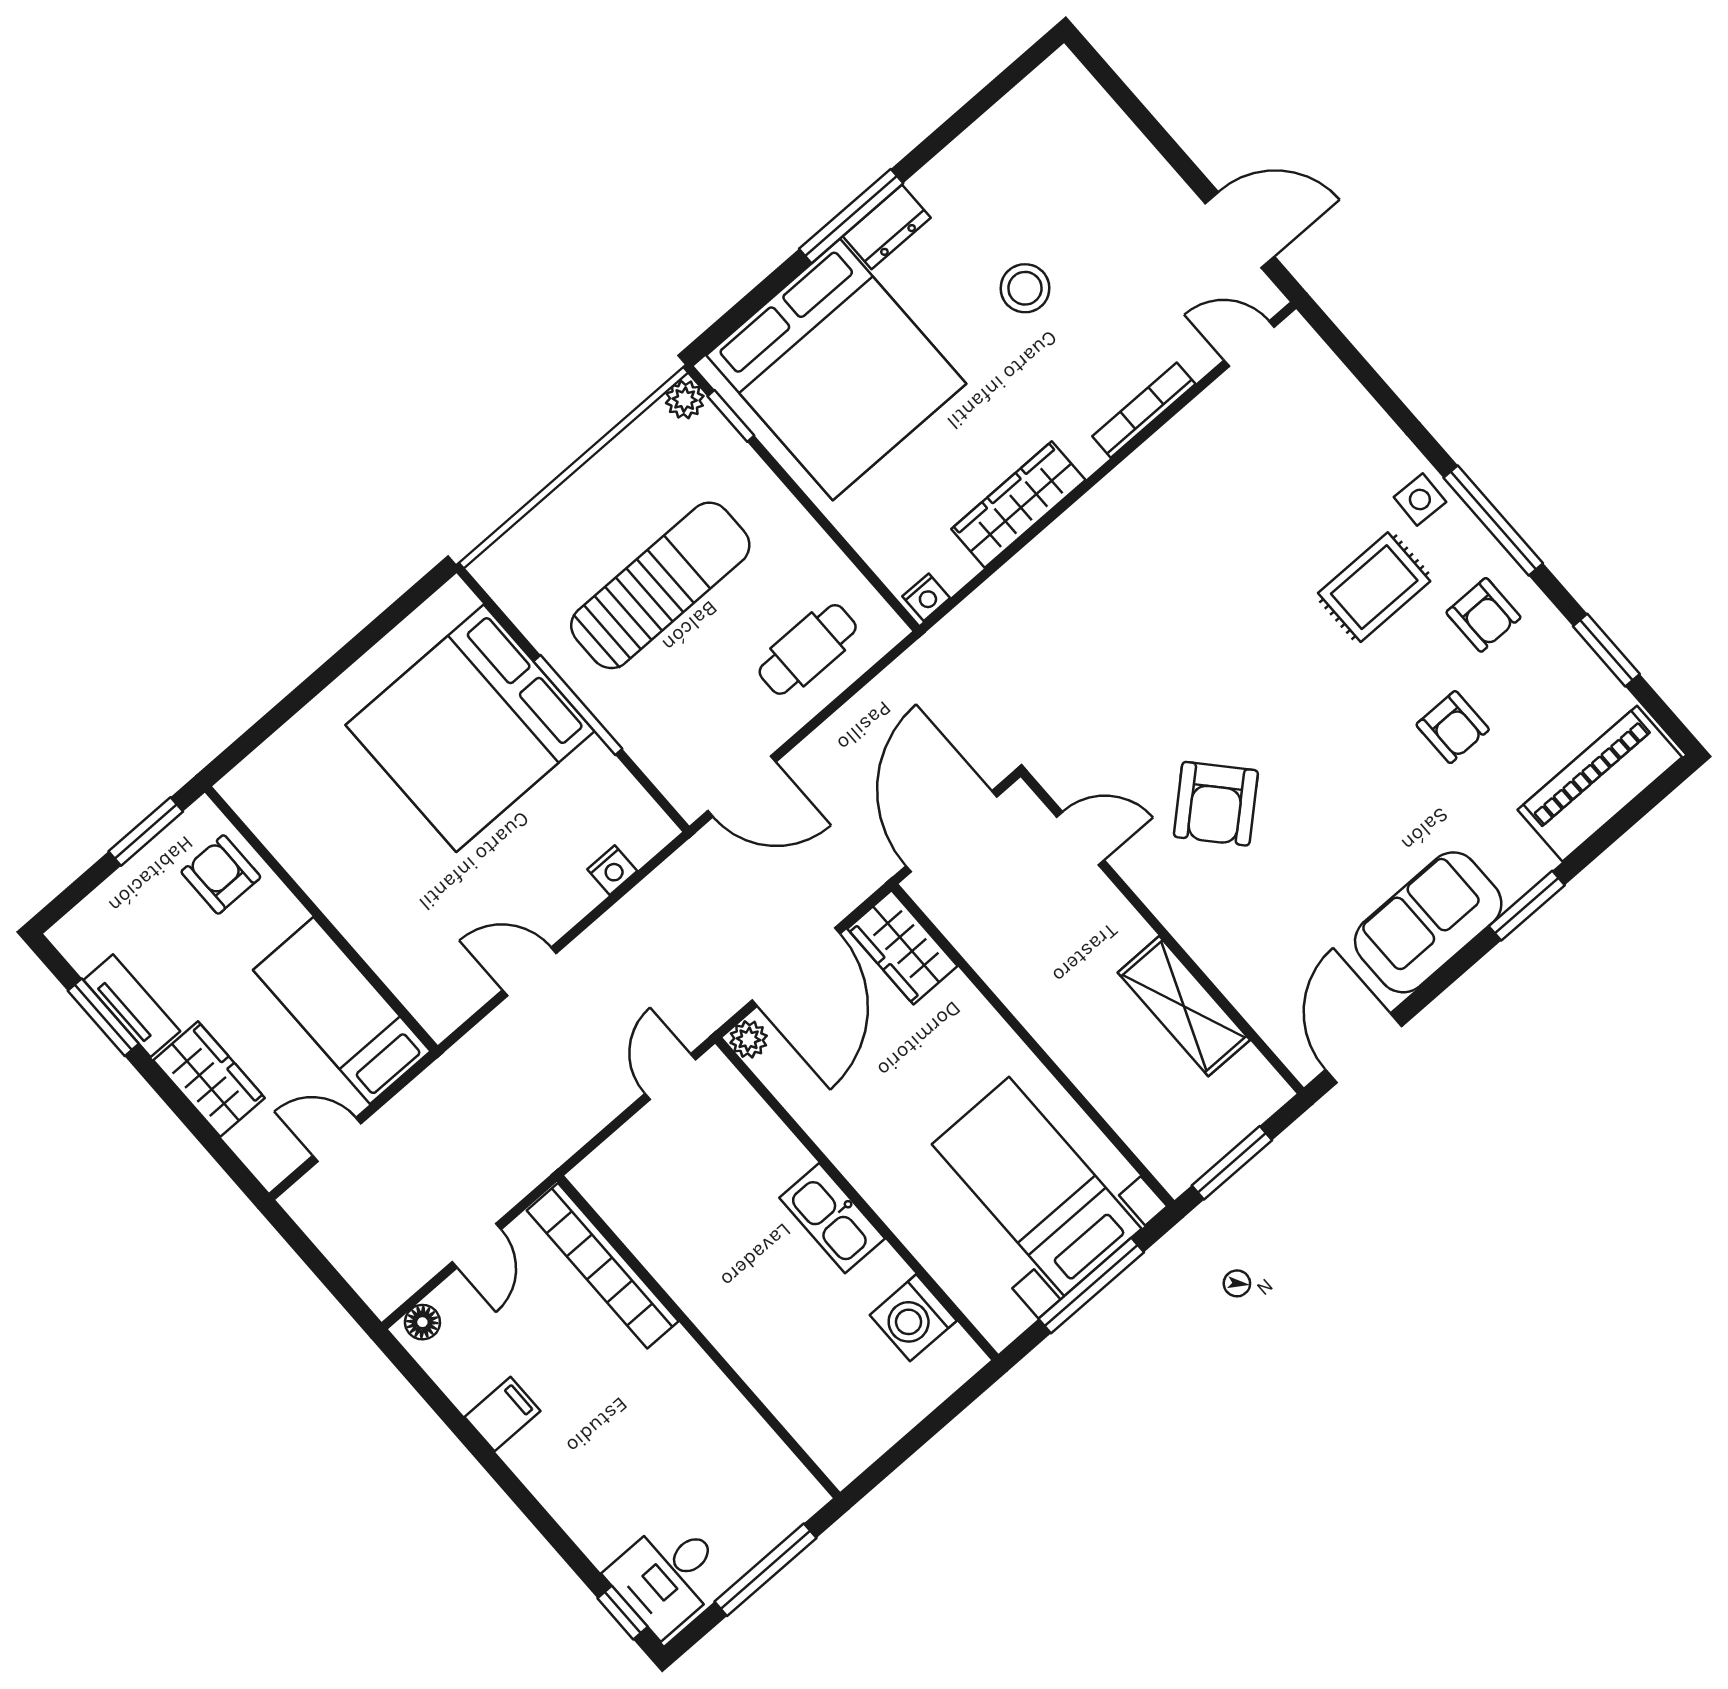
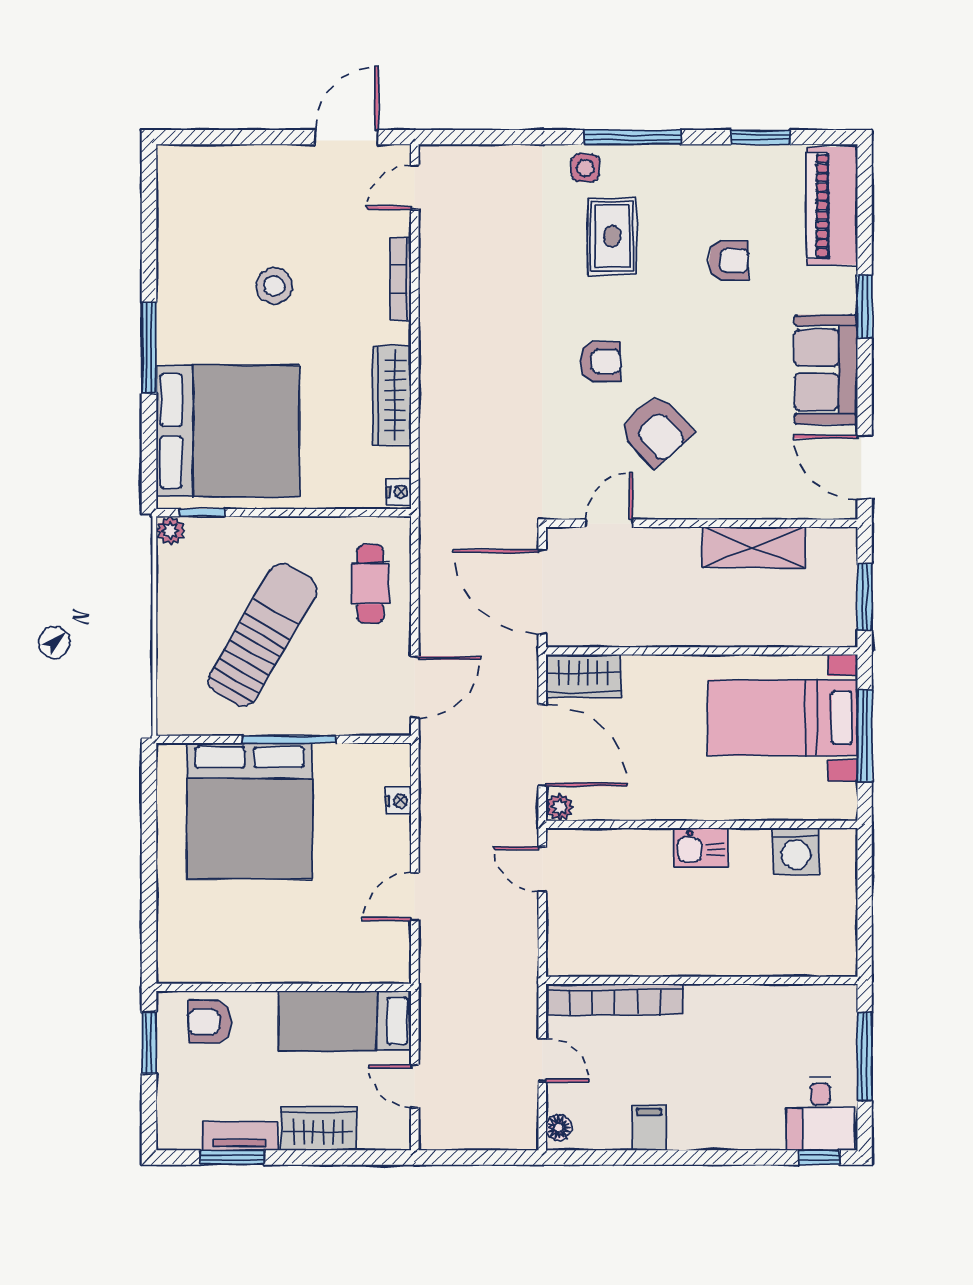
dresser: (887, 227) -> (172, 333), removed
sun lounger: (660, 585) -> (263, 635), turned 30
armchair: (1483, 615) -> (601, 361), moved
door: (337, 1140) -> (415, 1086), hinge flipped
kitchen sink: (832, 1218) -> (700, 848), width x0.73

